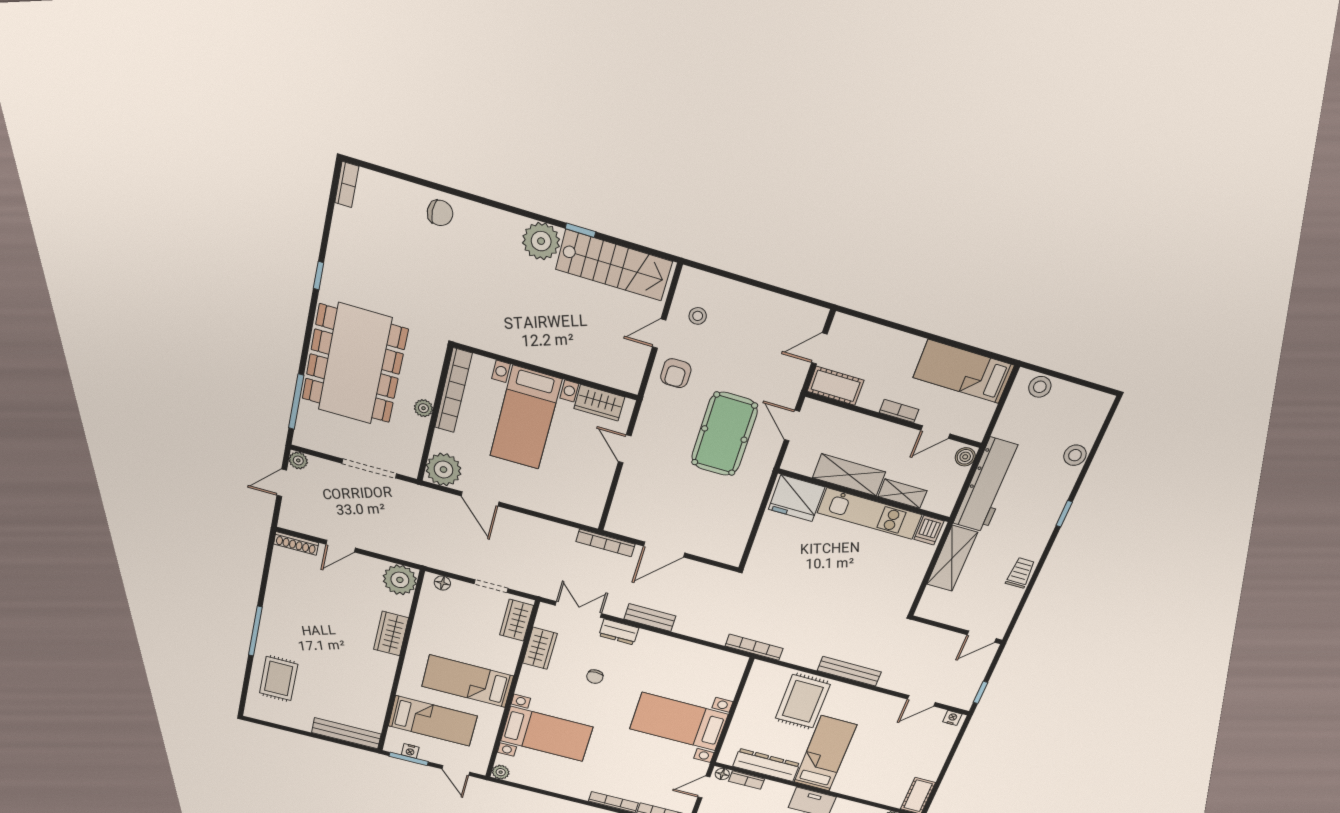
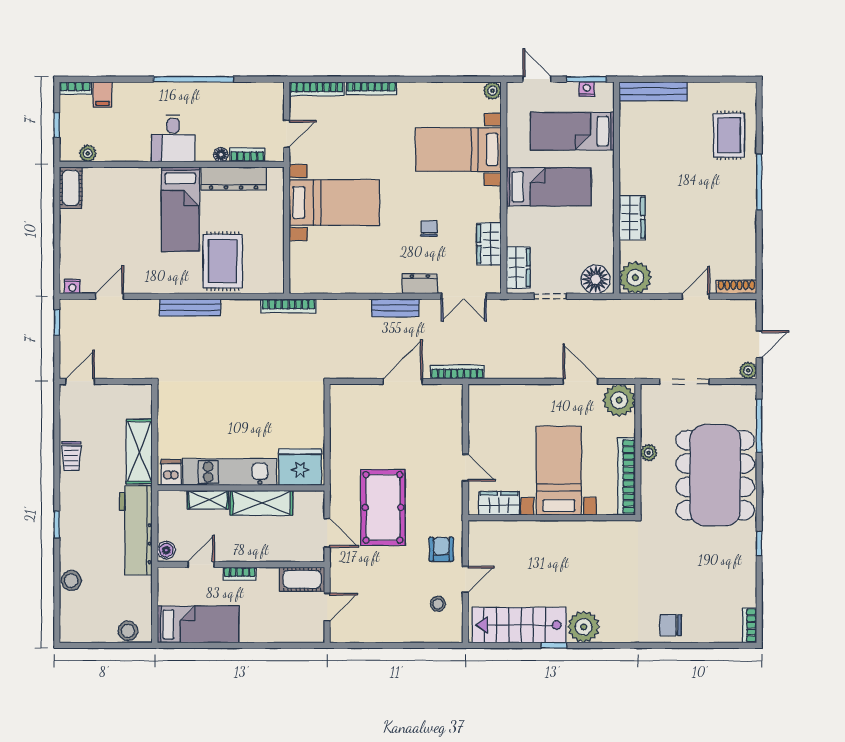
floor lamp: (442, 583) -> (596, 279), width x1.89, depth x1.89
floor lamp: (722, 774) -> (221, 155), moved

